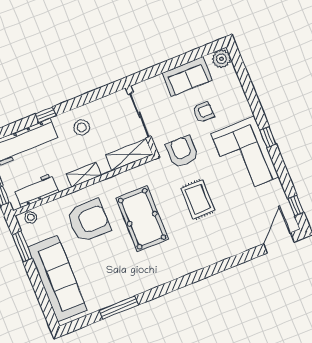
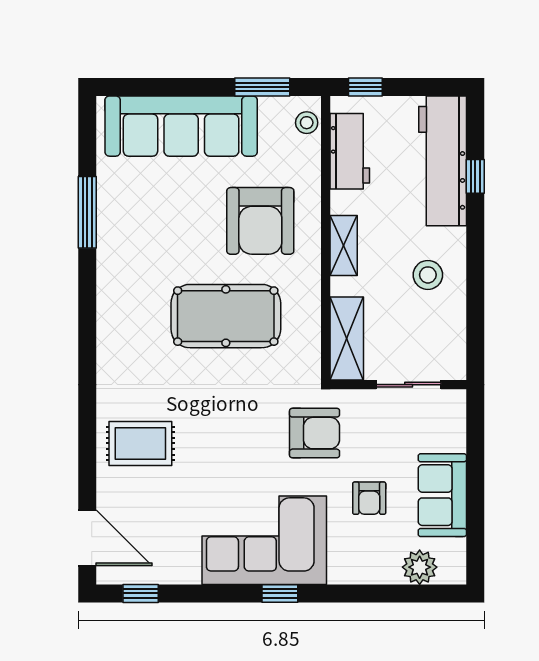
plant: (221, 59) -> (420, 567), moved
window: (46, 115) -> (475, 176), moved
sliding door: (140, 115) -> (409, 385), width x0.73
rug: (198, 199) -> (140, 443), moved

